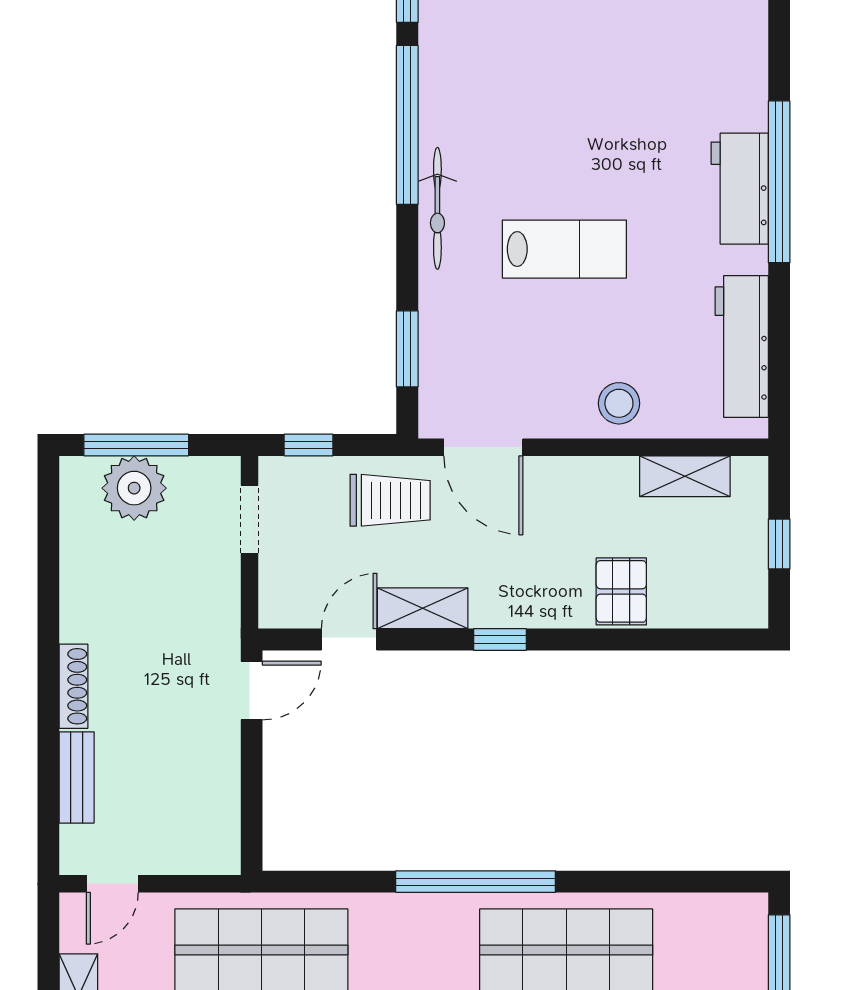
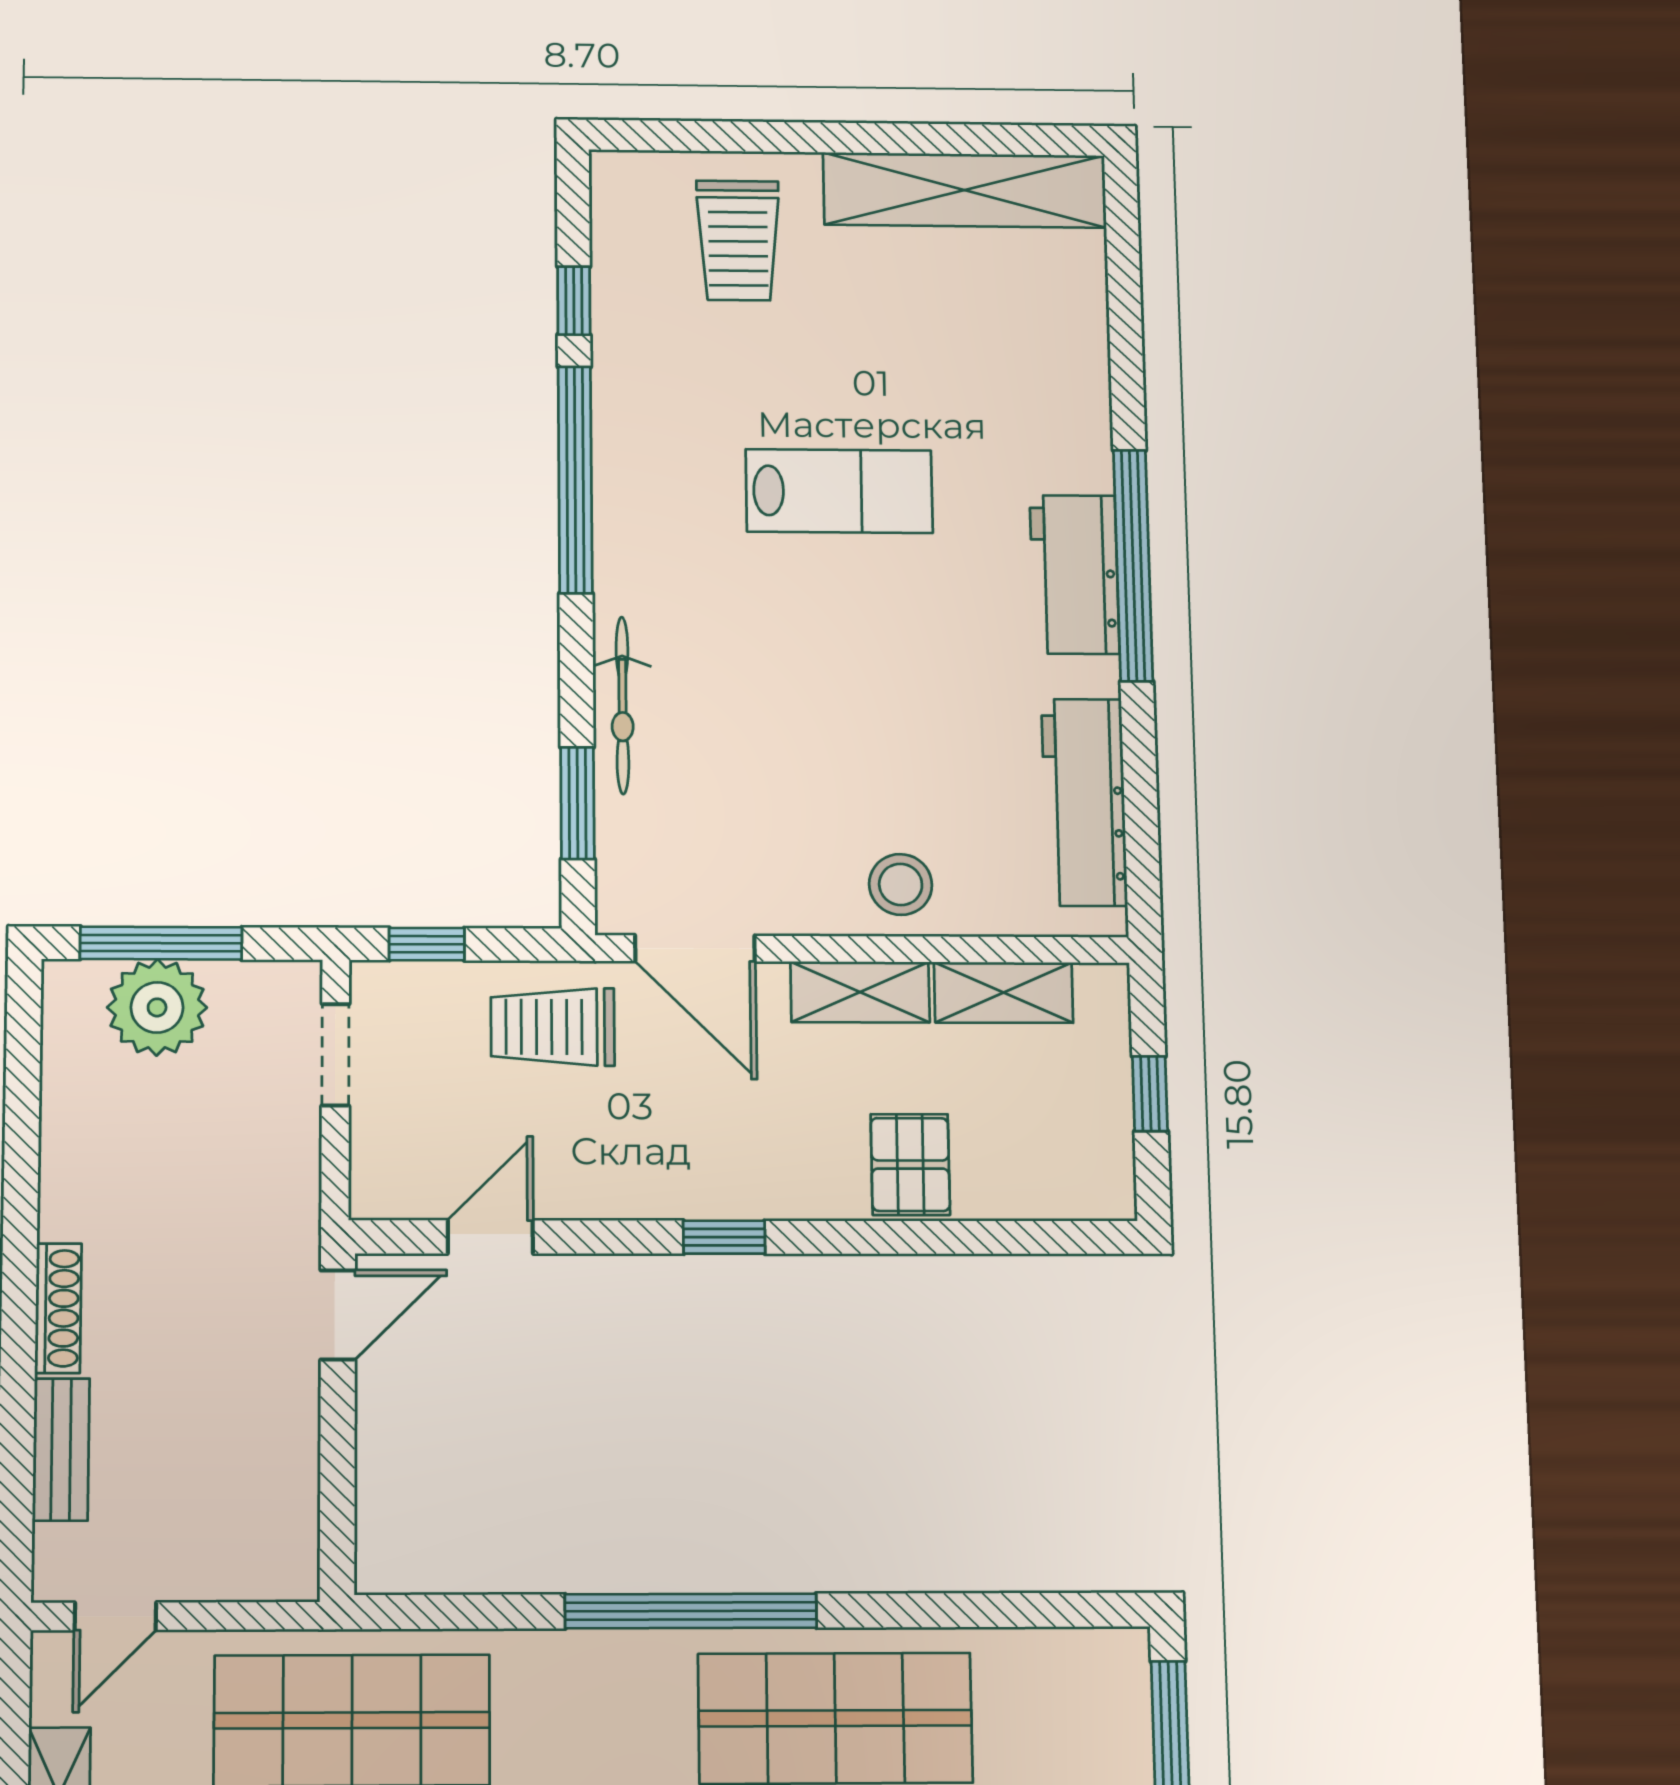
bicycle: (437, 208) -> (622, 705), moved
lab bench: (564, 249) -> (839, 491), moved
trolley: (390, 500) -> (553, 1027), turned 180
shelving: (423, 608) -> (860, 992), moved

